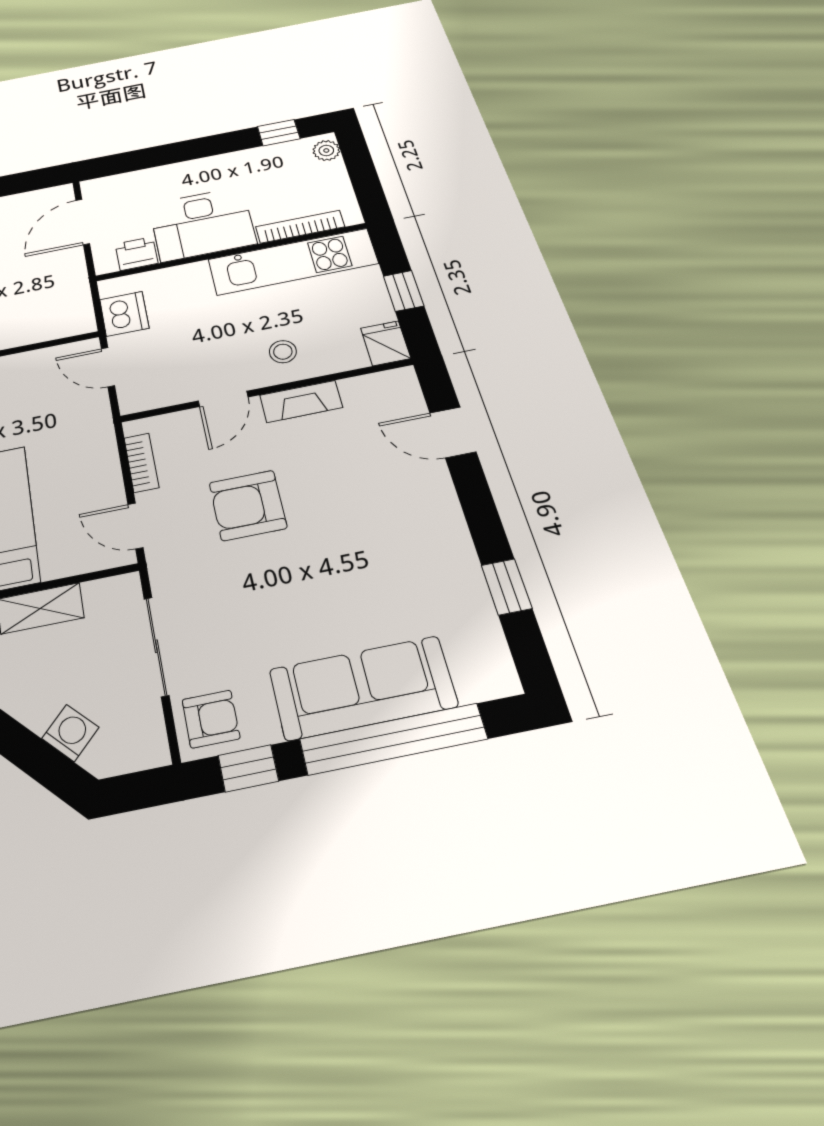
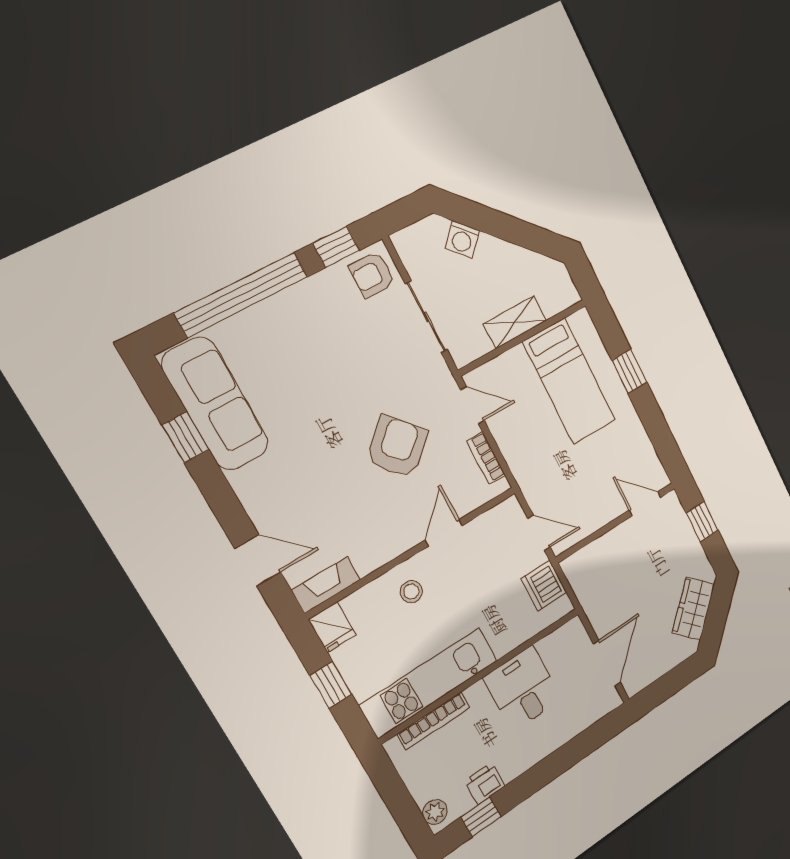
desk: (202, 224) -> (523, 689), width x0.73
printer: (136, 254) -> (485, 783), moved, turned 180
fireplace: (301, 401) -> (326, 585), moved
armchair: (248, 505) -> (397, 447), turned -42
sofa: (363, 688) -> (215, 404), moved, turned -90

